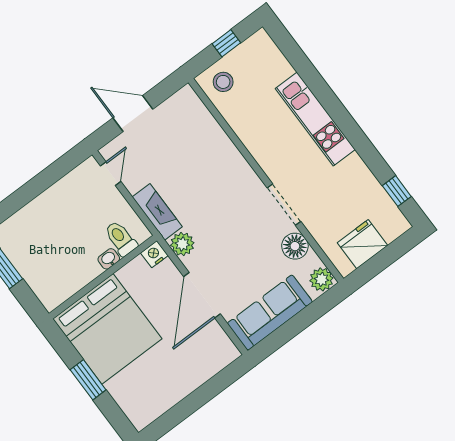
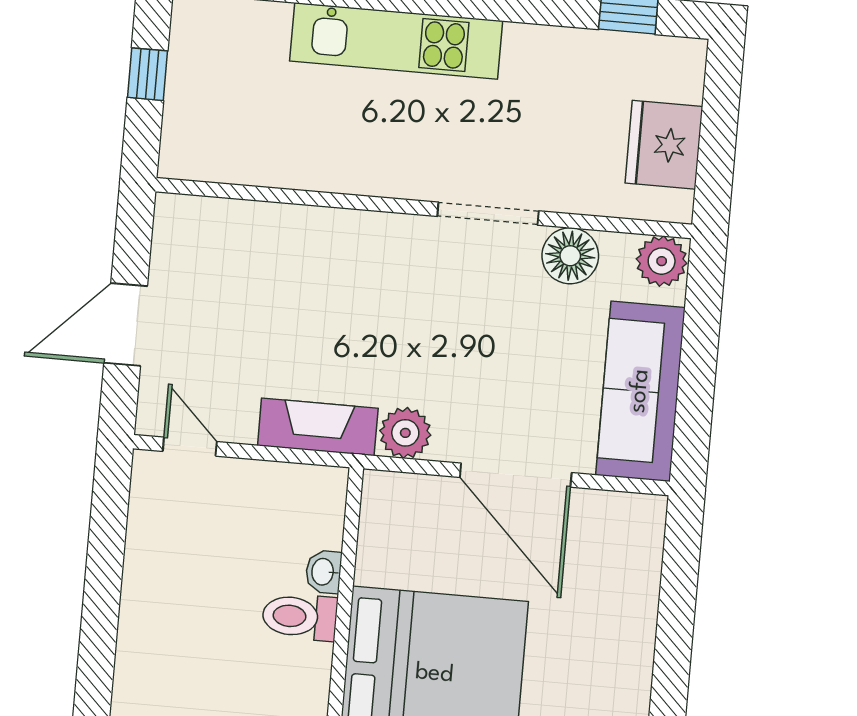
stool: (223, 82) -> (205, 135), removed
toilet: (121, 238) -> (300, 617), moved
nightstand: (154, 254) -> (381, 492), removed

